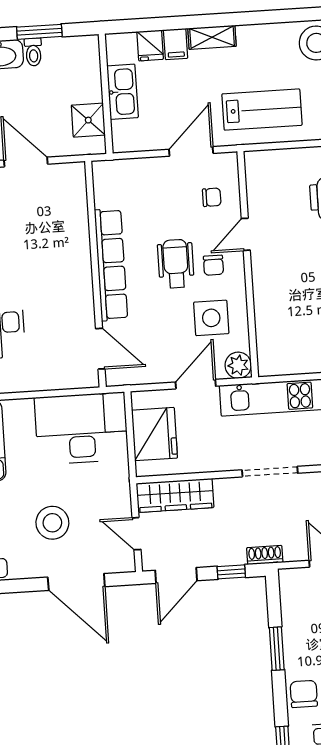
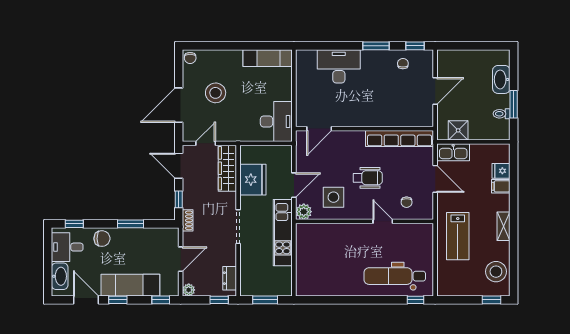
shelving: (212, 37) -> (503, 226), moved
toilet: (33, 52) -> (502, 114), moved
kitchen sink: (123, 92) -> (453, 152), moved
door: (191, 151) -> (435, 179), moved
row of seats: (111, 265) -> (400, 139), moved
chair: (213, 265) -> (365, 201), removed
door: (196, 384) -> (294, 185), hinge flipped
desk: (81, 428) -> (276, 121), width x0.73, depth x0.77
fridge: (154, 434) -> (253, 180), moved, turned -90

